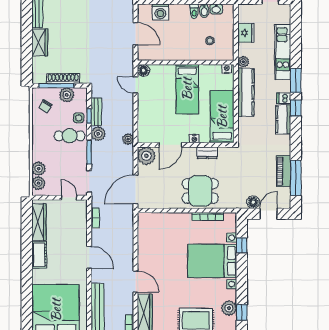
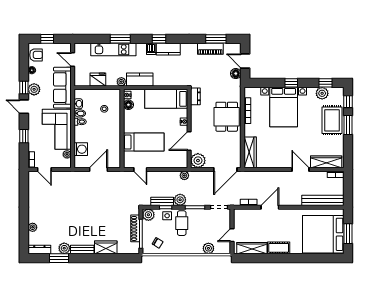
floor lamp: (143, 70) -> (128, 105), moved
window: (296, 80) -> (120, 39), moved
door: (135, 85) -> (140, 169), hinge flipped
bed: (187, 89) -> (144, 142), moved
kitchen counter: (246, 92) -> (140, 79), width x0.67
plant: (67, 95) -> (148, 215), moved
door: (170, 145) -> (189, 141), swing flipped
dresser: (207, 153) -> (195, 96), moved
window: (296, 178) -> (216, 39), width x0.69
plant: (38, 183) -> (220, 248), removed
door: (135, 189) -> (225, 169), hinge flipped
door: (69, 198) -> (232, 235), moved
wardrobe: (156, 220) -> (250, 152), added
window: (242, 245) -> (291, 83), moved
door: (89, 257) -> (270, 207), moved
door: (135, 282) -> (300, 169), hinge flipped

